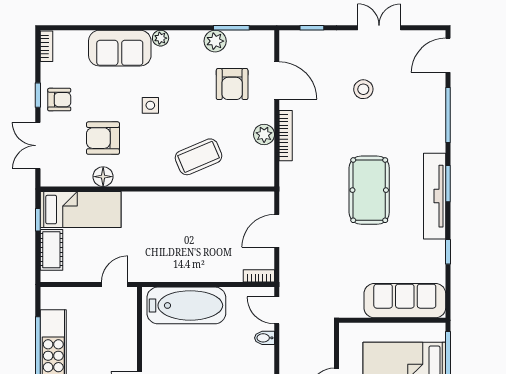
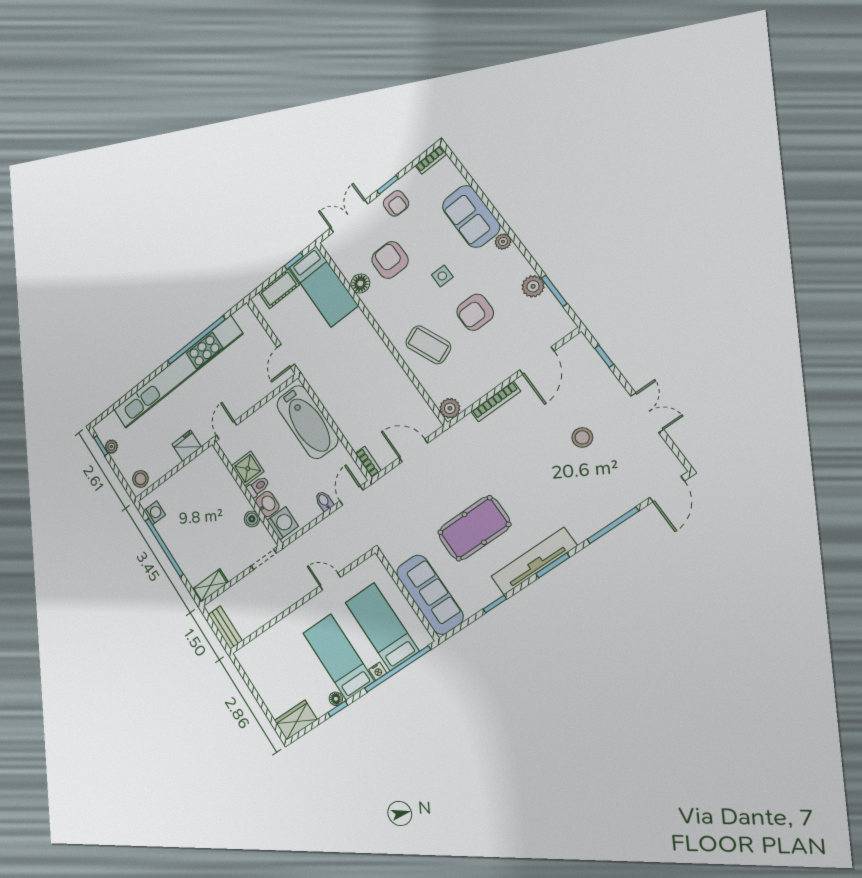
door: (448, 55) -> (667, 489), swing flipped
armchair: (232, 84) -> (475, 312), moved
plant: (264, 135) -> (450, 408), moved
pool table: (369, 190) -> (474, 528), moved
door: (115, 285) -> (286, 356), swing flipped

